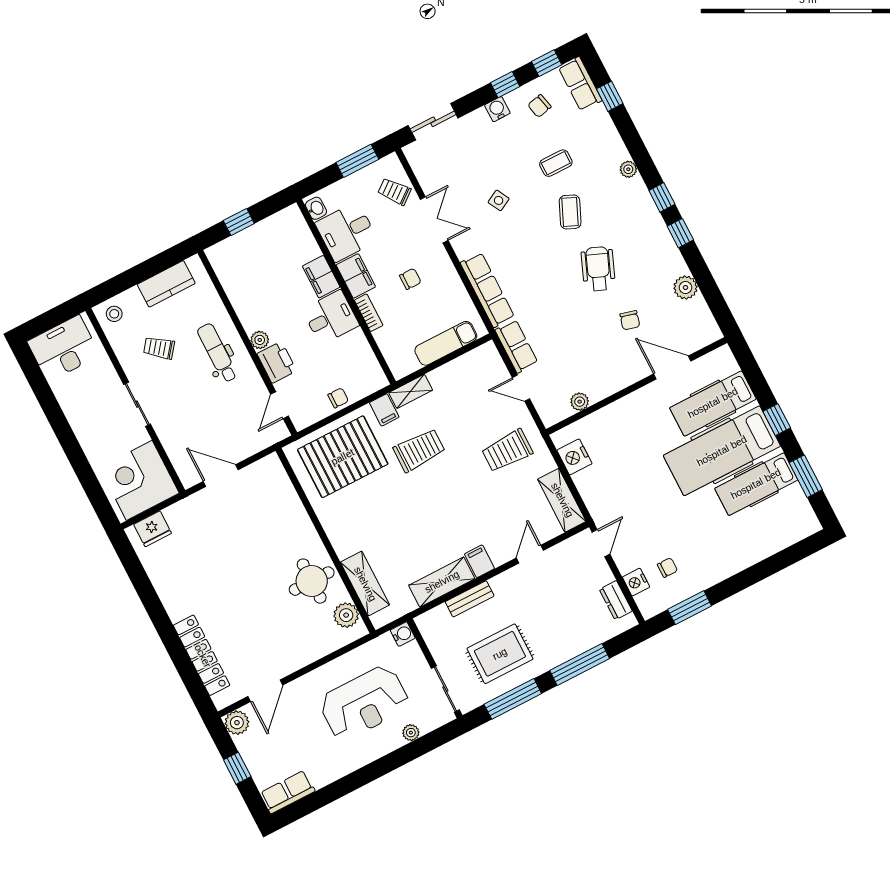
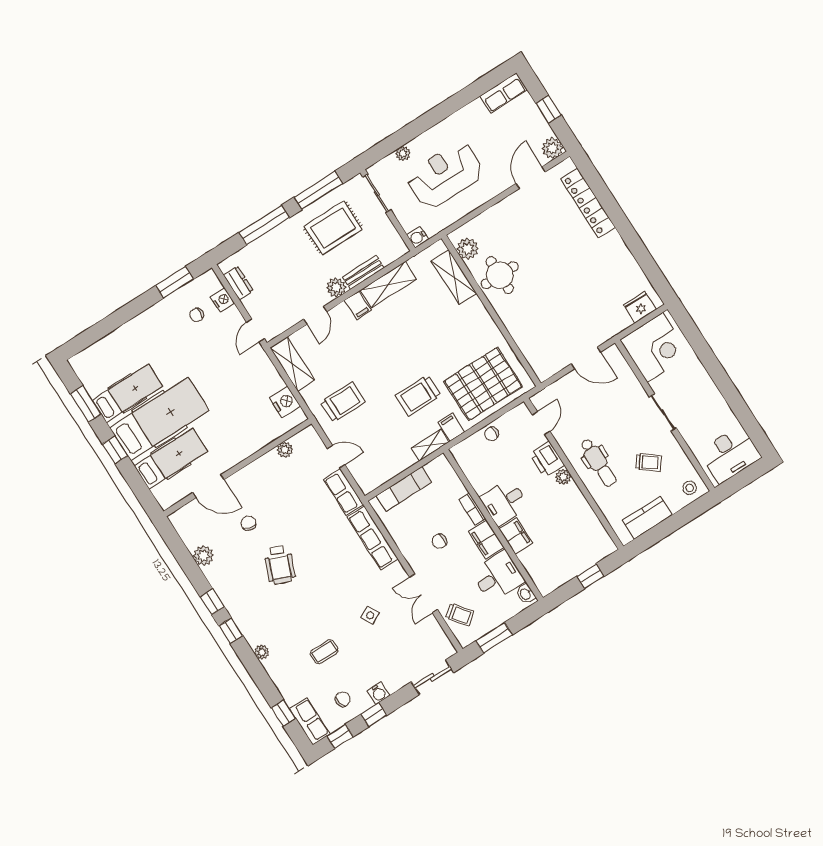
coffee table: (570, 212) -> (308, 611), removed
plant: (503, 584) -> (336, 287), added

